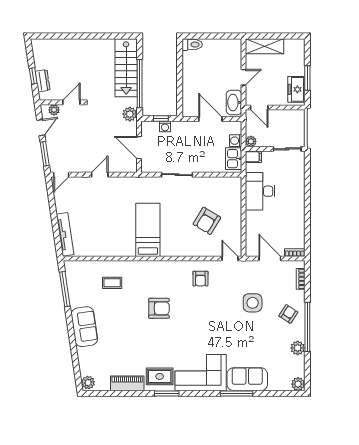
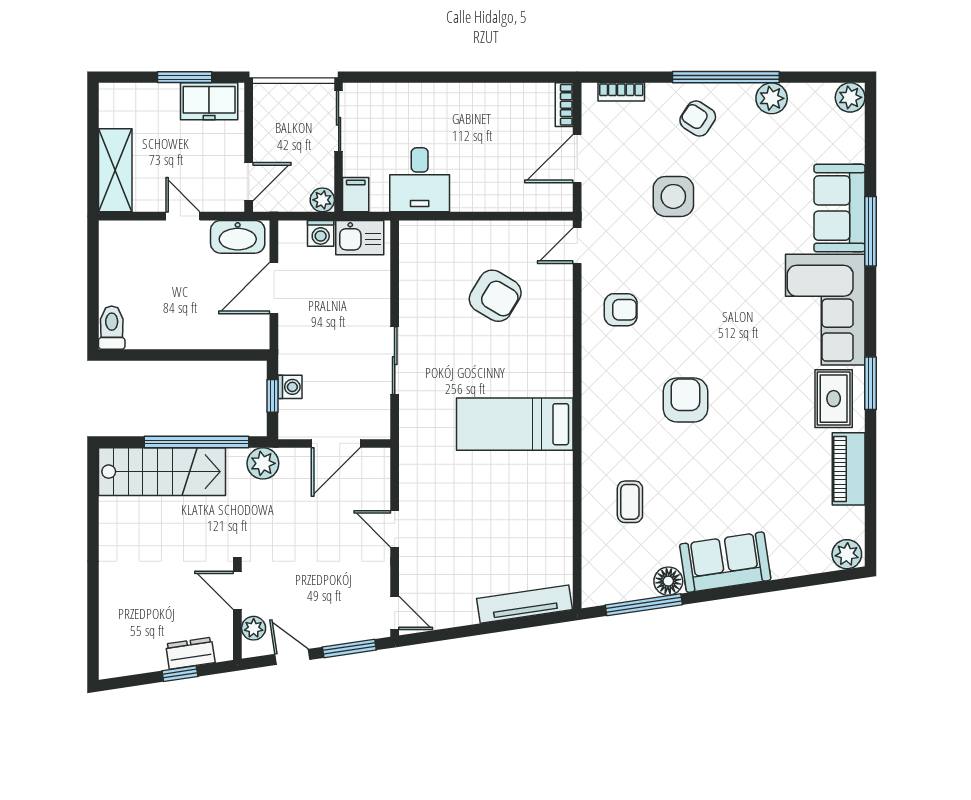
desk: (260, 191) -> (420, 180), width x0.73
floor lamp: (76, 300) -> (668, 581), added

